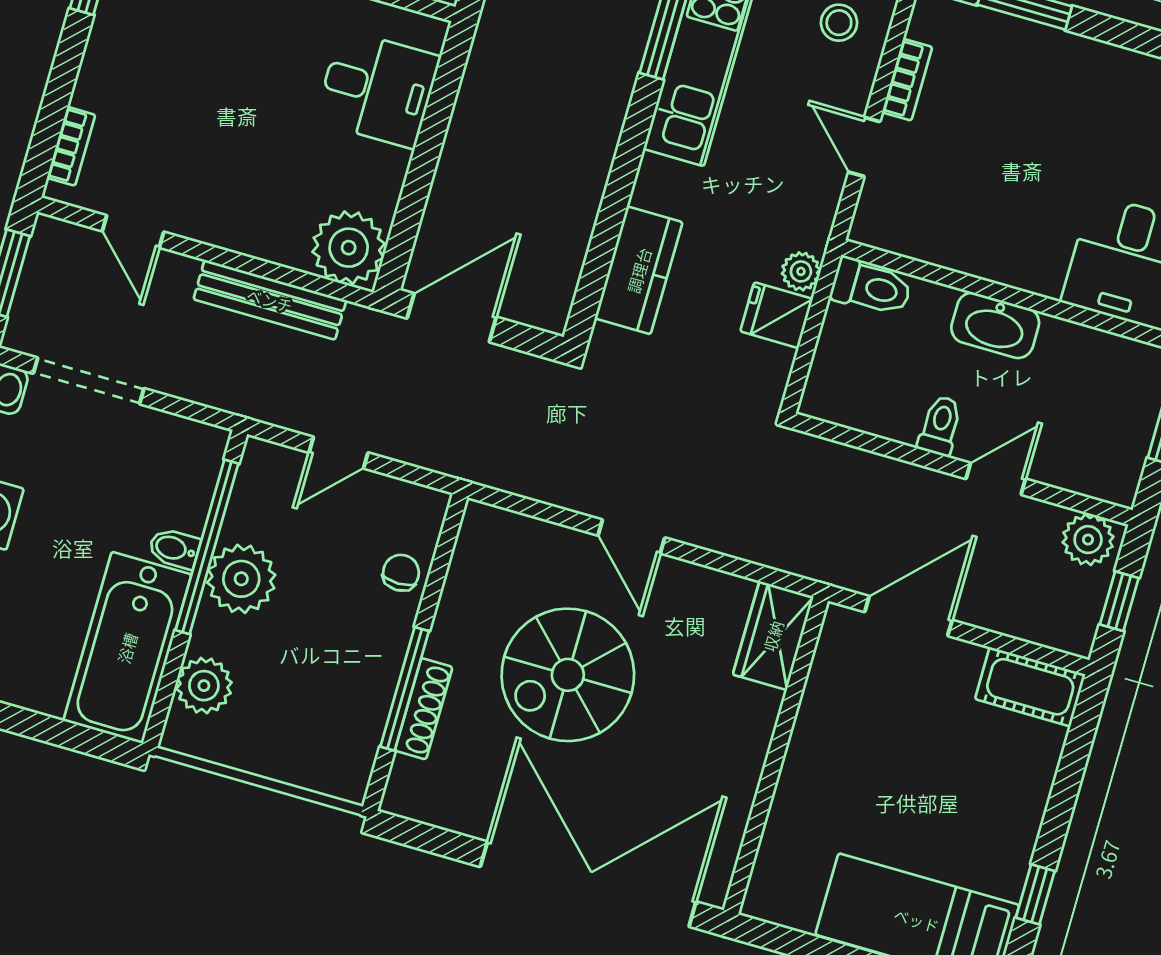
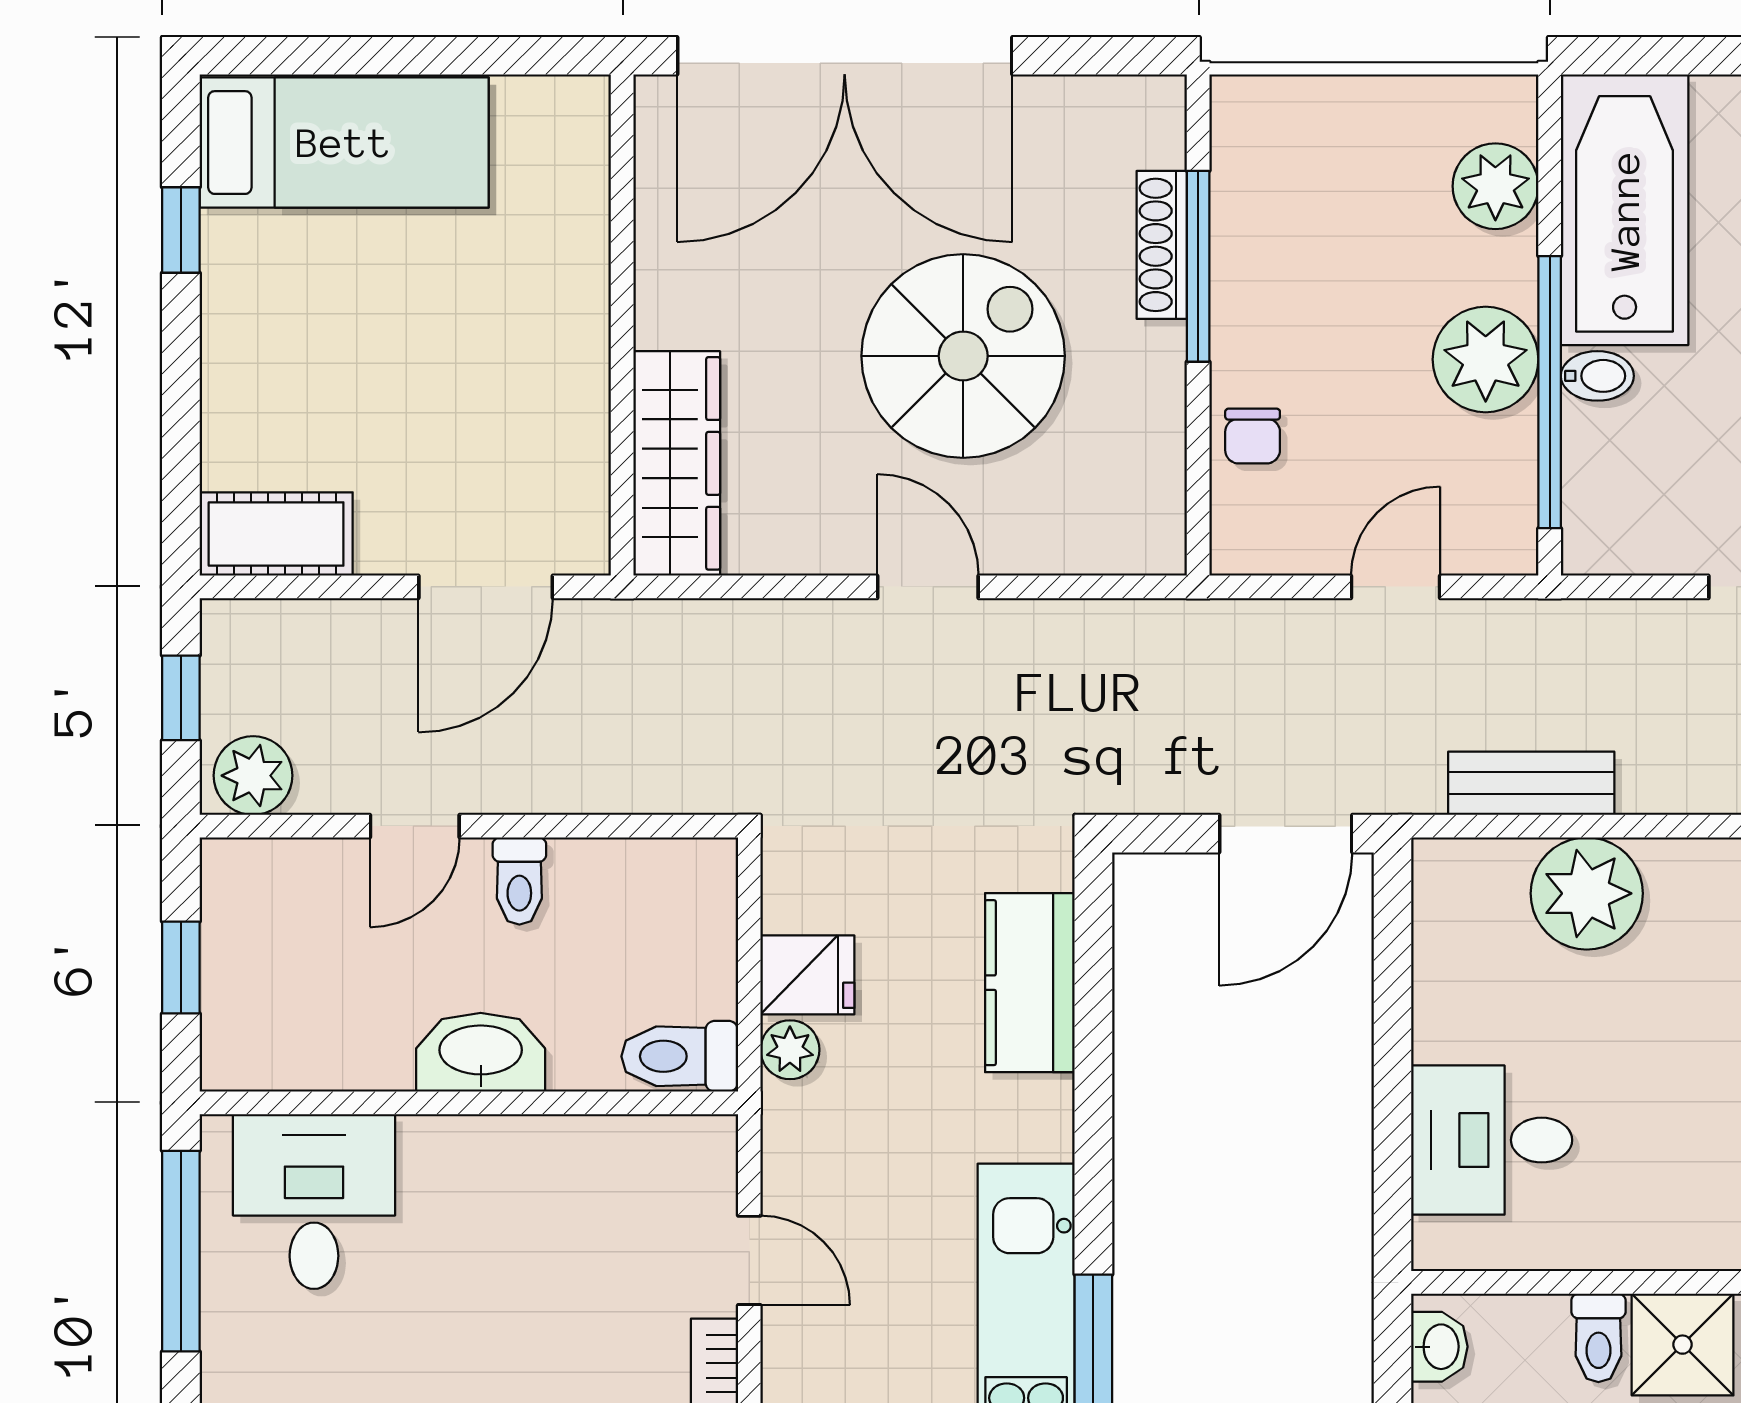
plant: (349, 248) -> (1587, 893), moved
bench: (270, 300) -> (1531, 783), width x0.73
wardrobe: (773, 636) -> (677, 463), width x1.50

